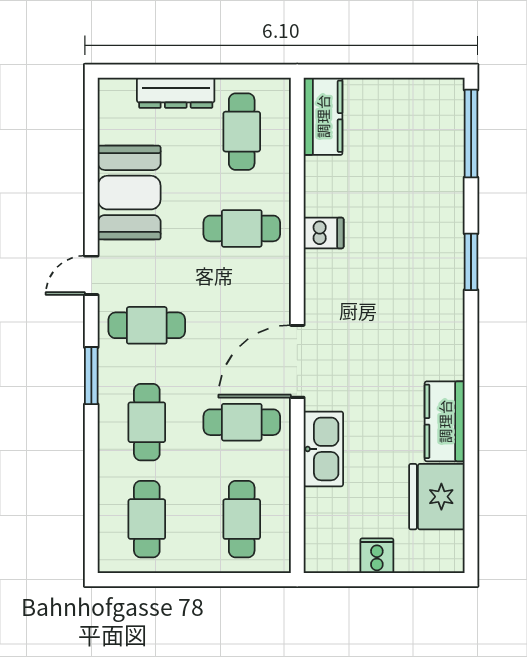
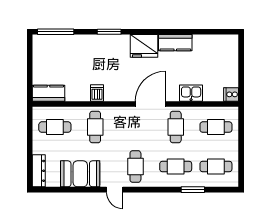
dresser: (176, 93) -> (39, 171), moved
door: (297, 361) -> (150, 104), swing flipped
window: (91, 376) -> (193, 190), moved
kitchen sink: (323, 449) -> (191, 93), width x0.73
fridge: (437, 497) -> (144, 46), moved
cooker: (377, 556) -> (231, 94), moved

